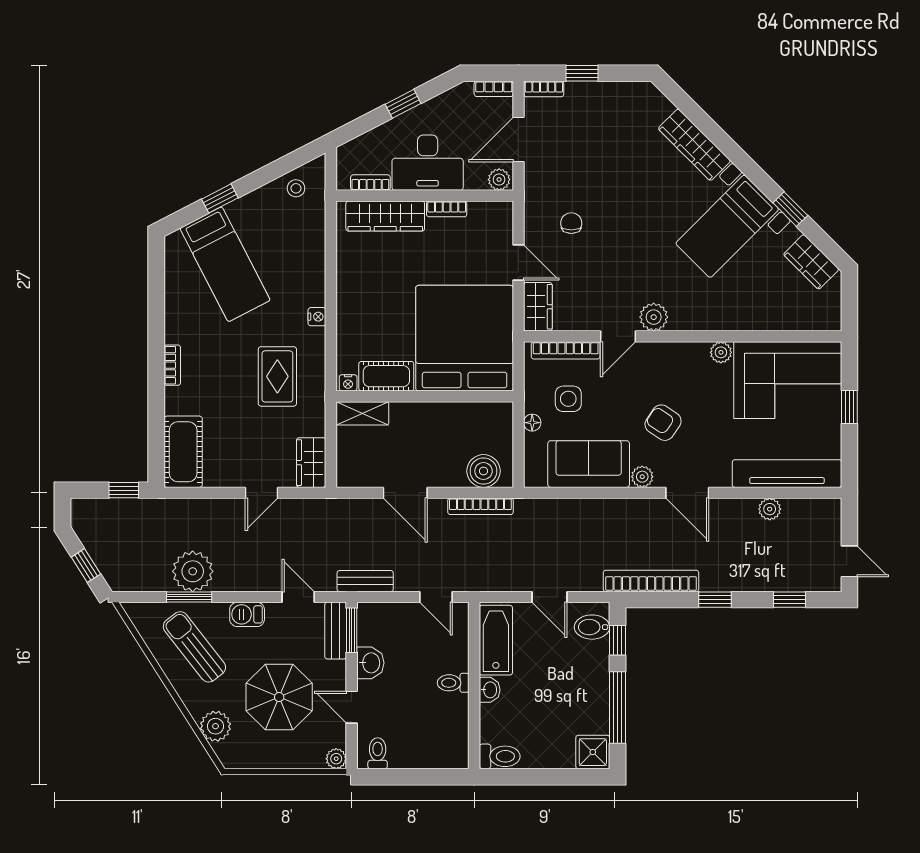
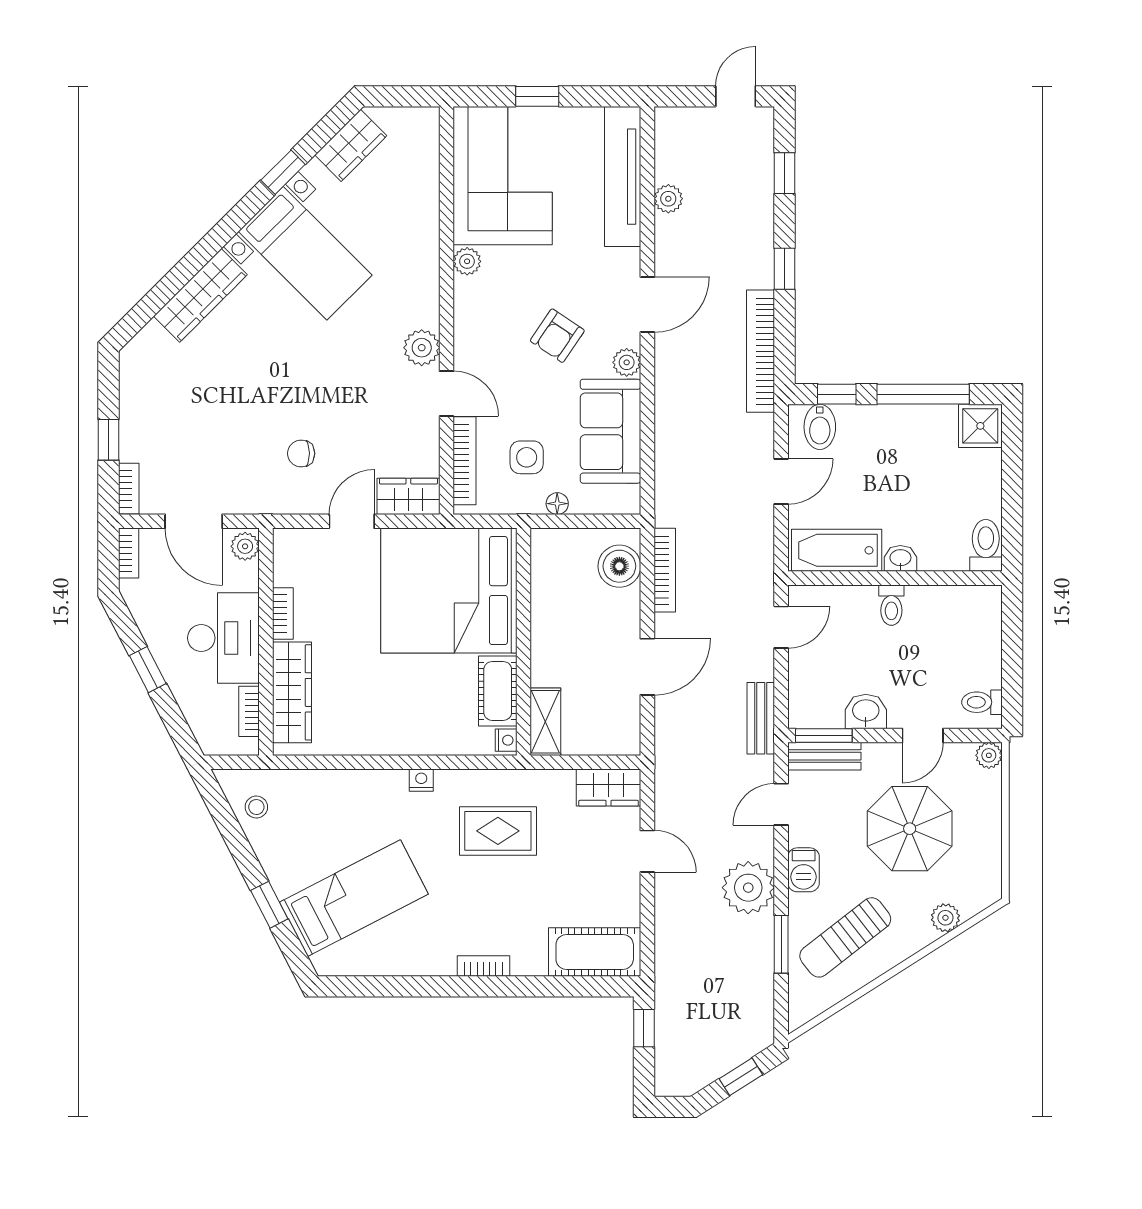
plant: (193, 571) -> (748, 888), moved
plant: (216, 726) -> (945, 918), width x0.73, depth x0.73

